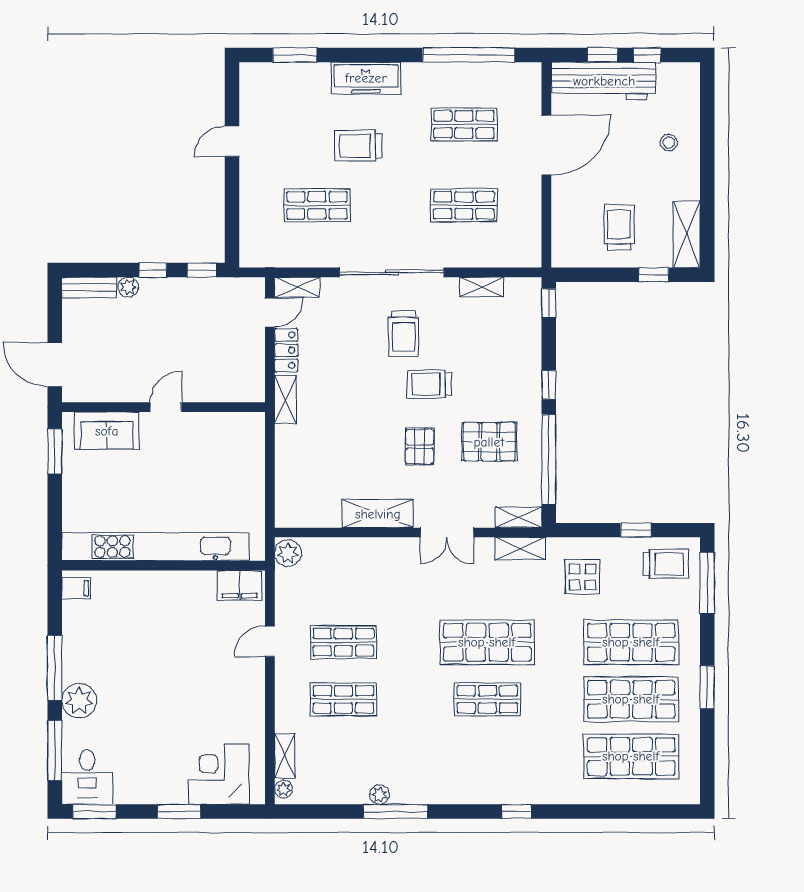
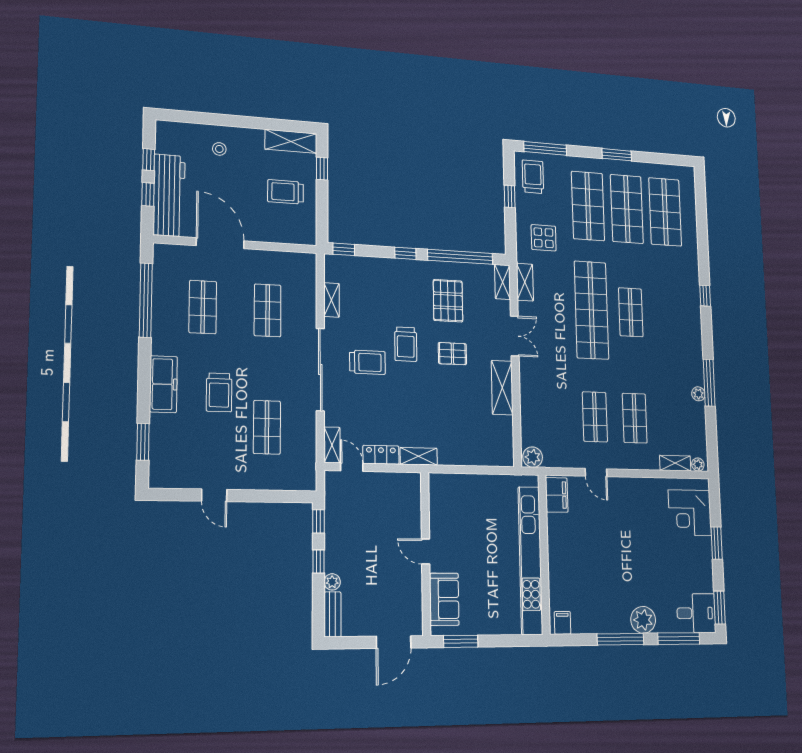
shop shelf: (487, 642) -> (591, 310), width x1.40

